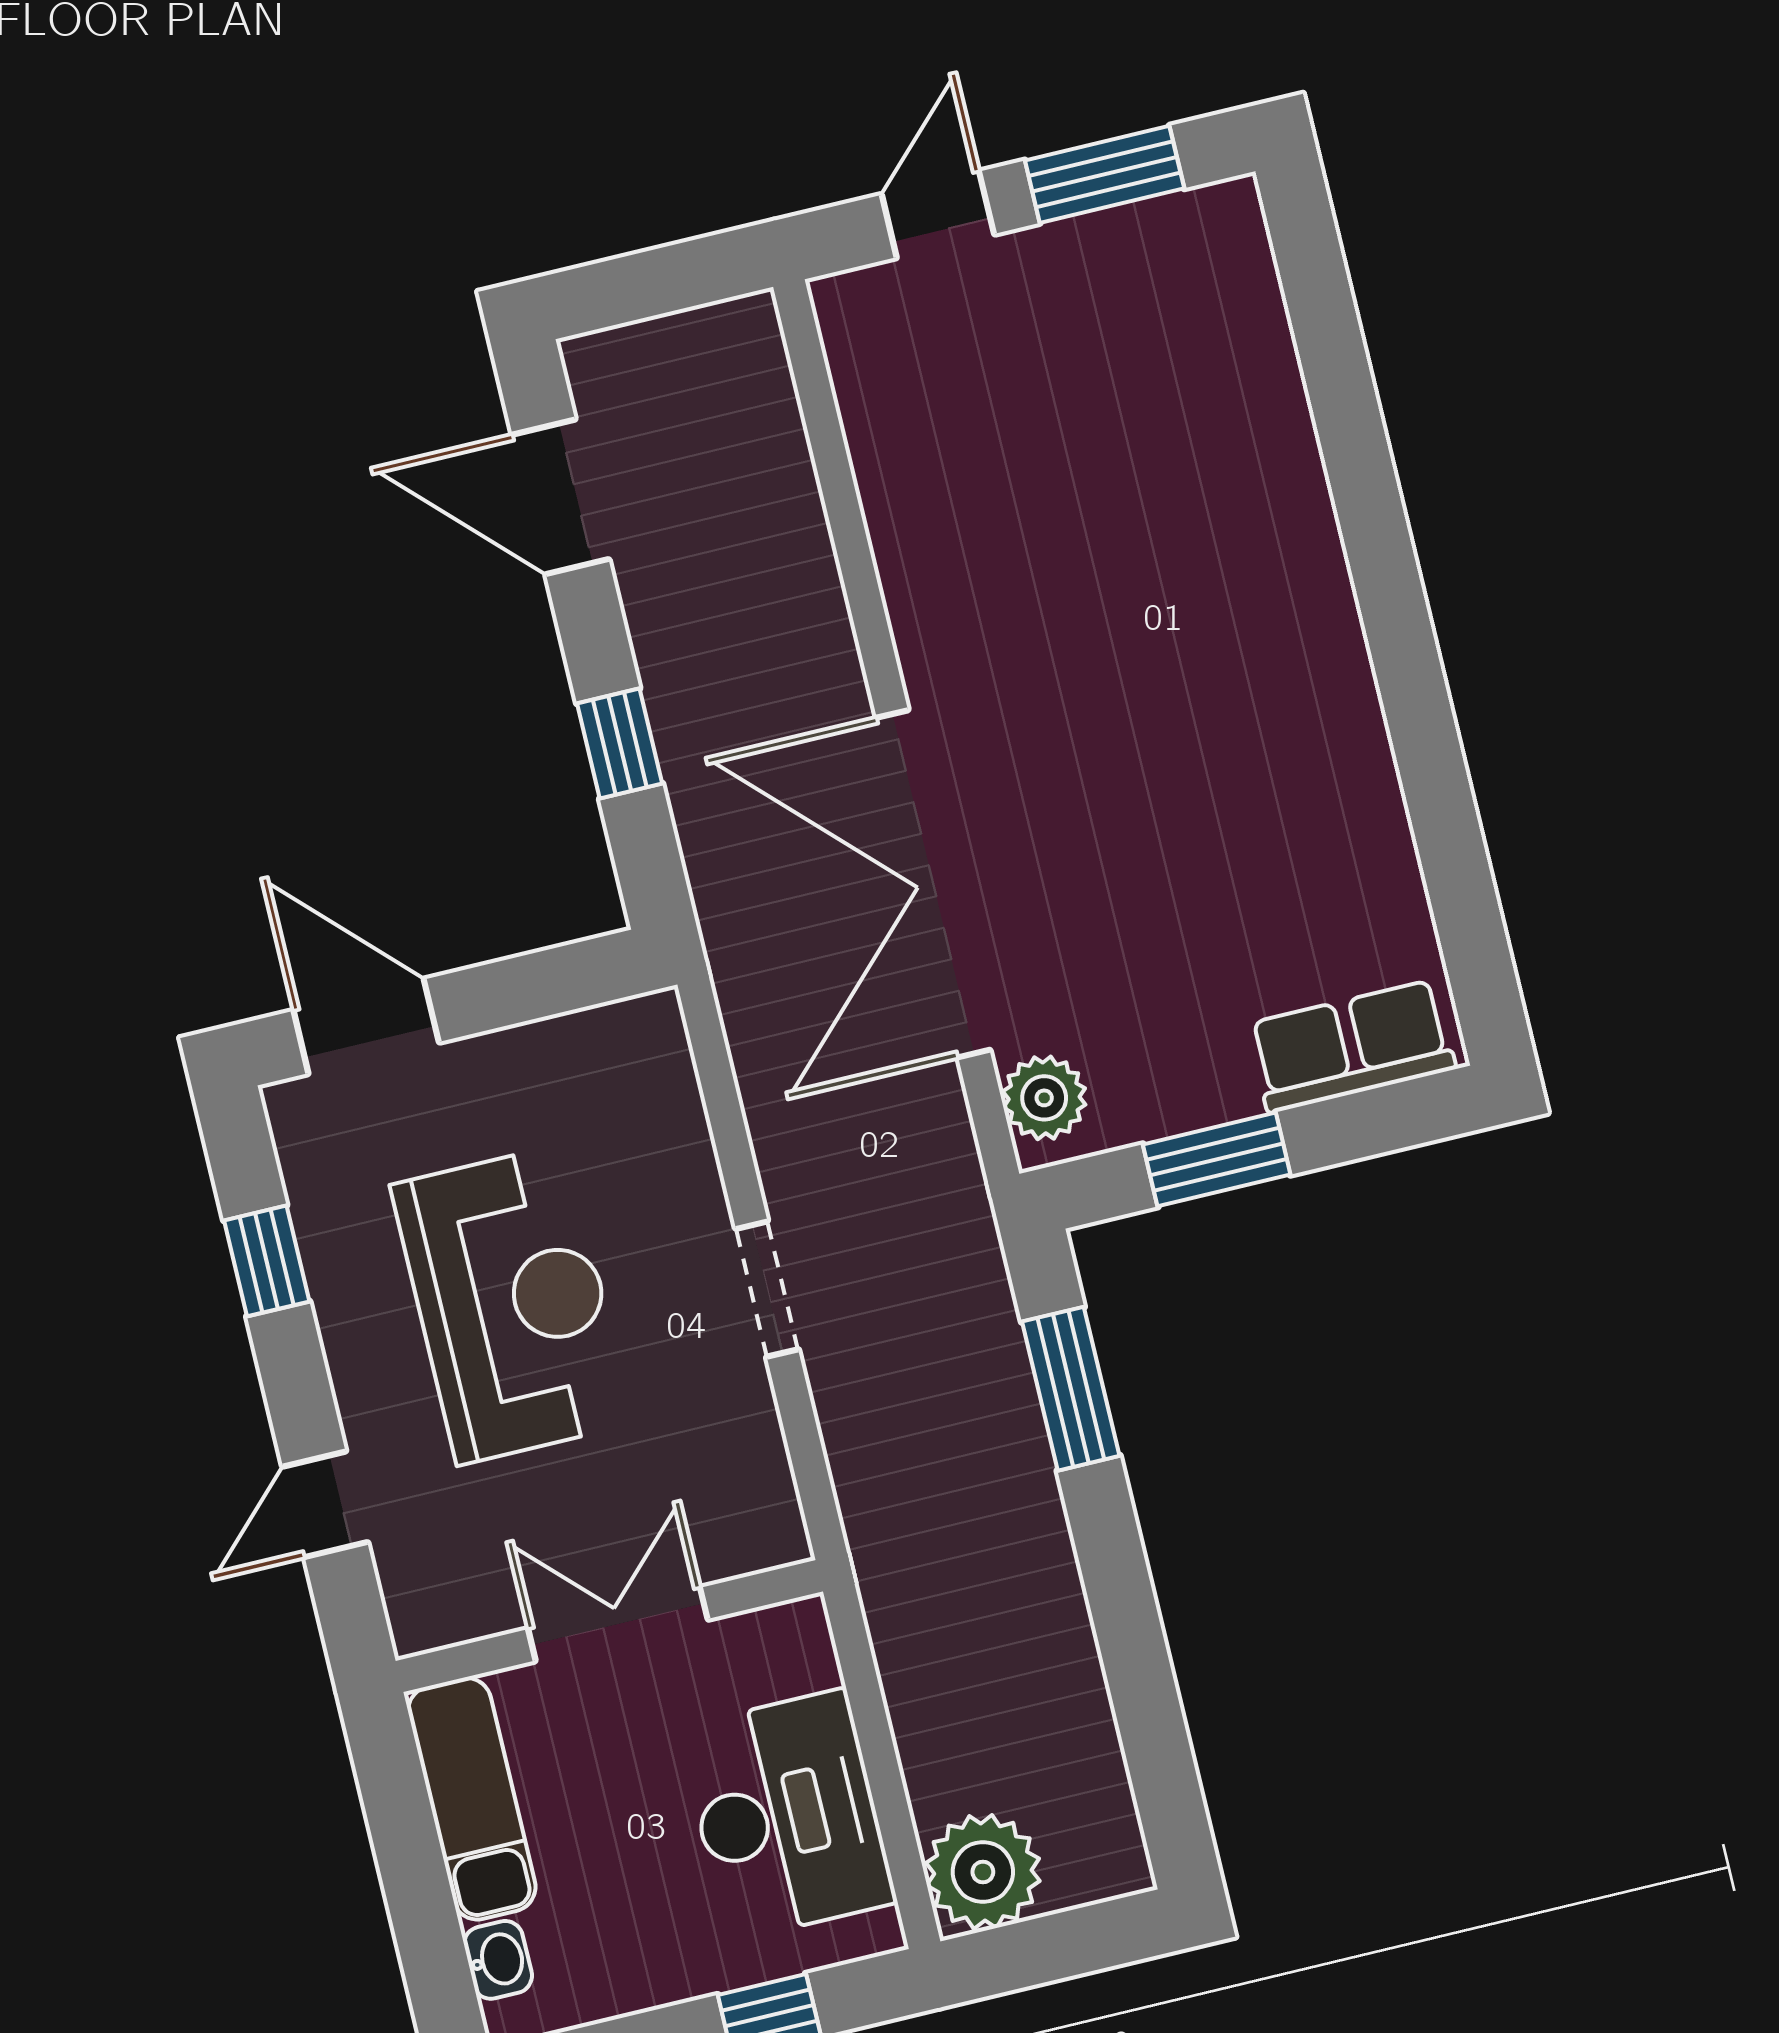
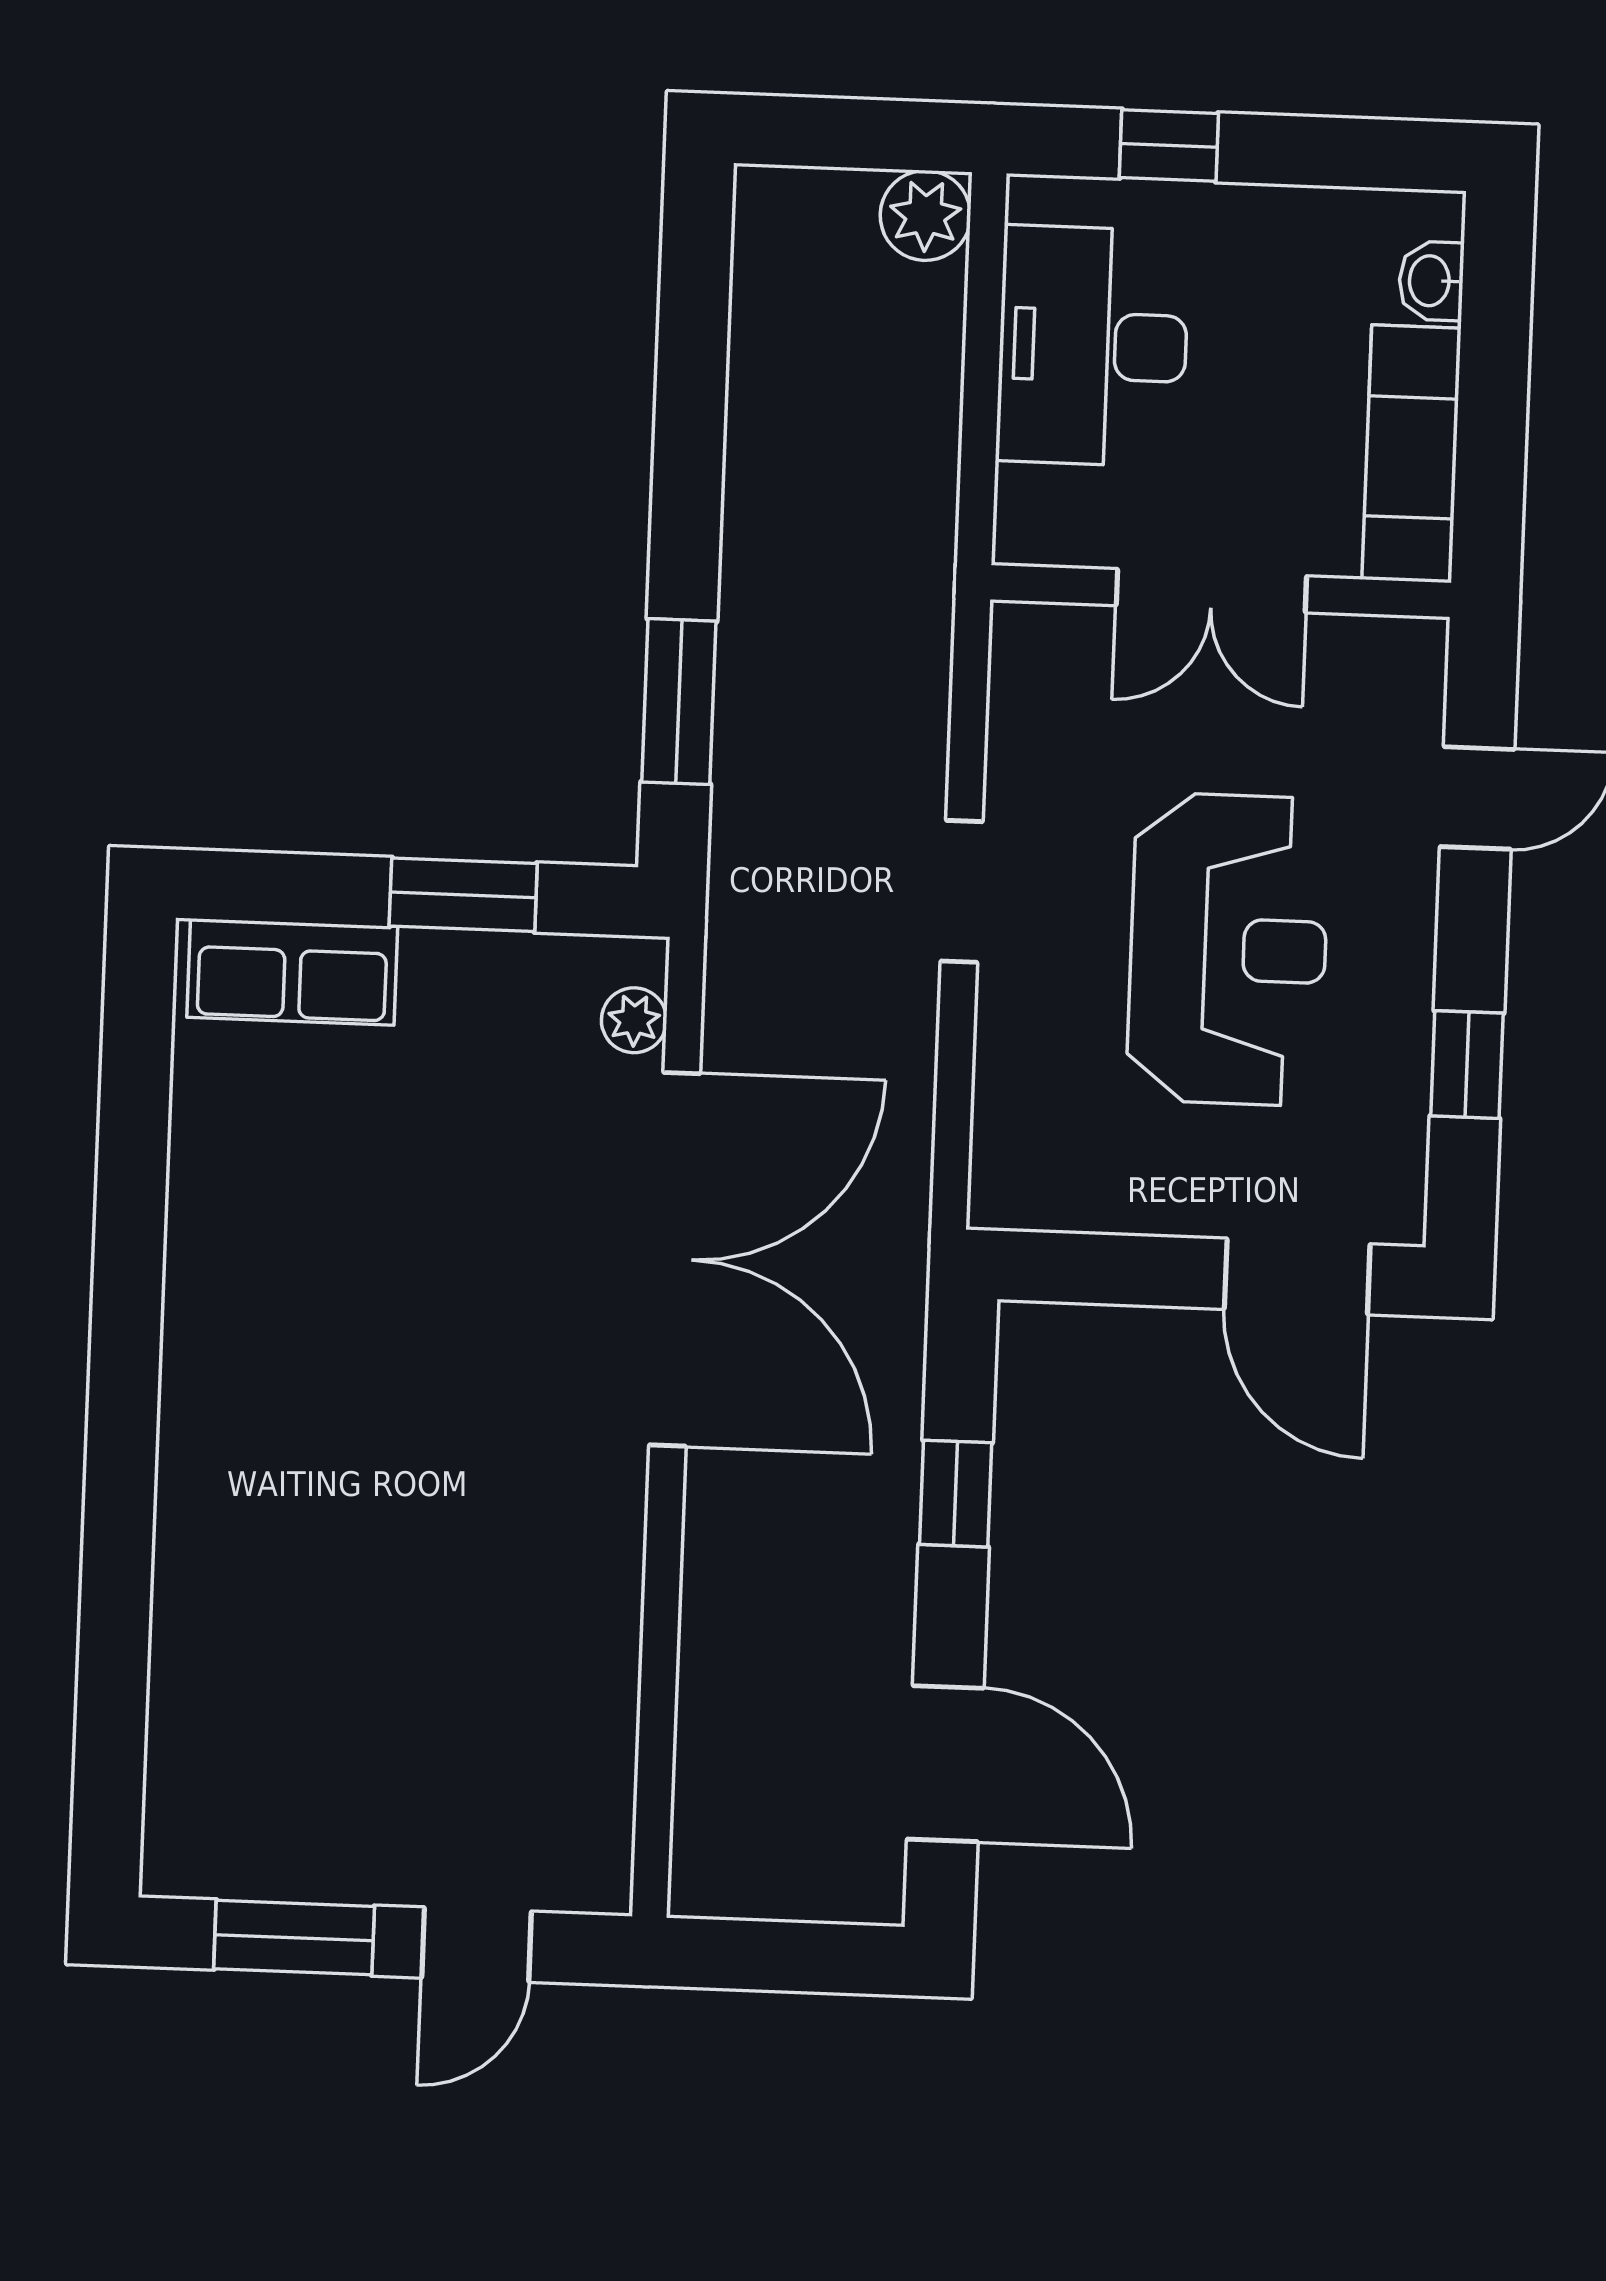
plant: (1044, 1098) -> (634, 1020), width x0.73, depth x0.73
reception desk: (512, 1304) -> (1228, 949), turned 180
plant: (983, 1872) -> (925, 215), width x0.73, depth x0.73

